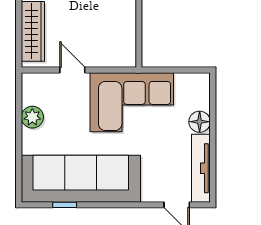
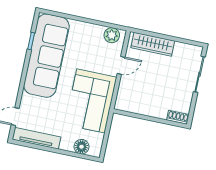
plant: (32, 117) -> (112, 35), moved
floor lamp: (200, 122) -> (81, 147), moved

